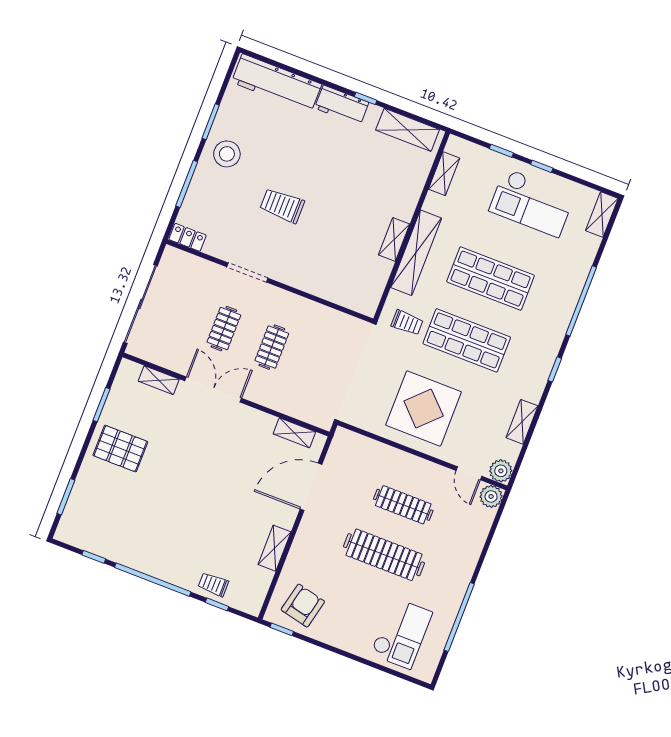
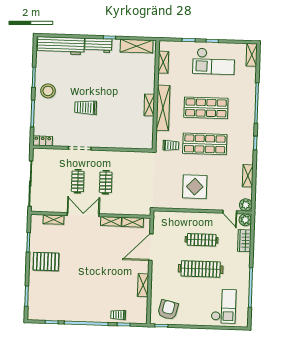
display table: (424, 408) -> (195, 187), width x0.73, depth x0.73
shelving: (257, 418) -> (111, 221), added
wardrobe: (477, 532) -> (244, 241), added

